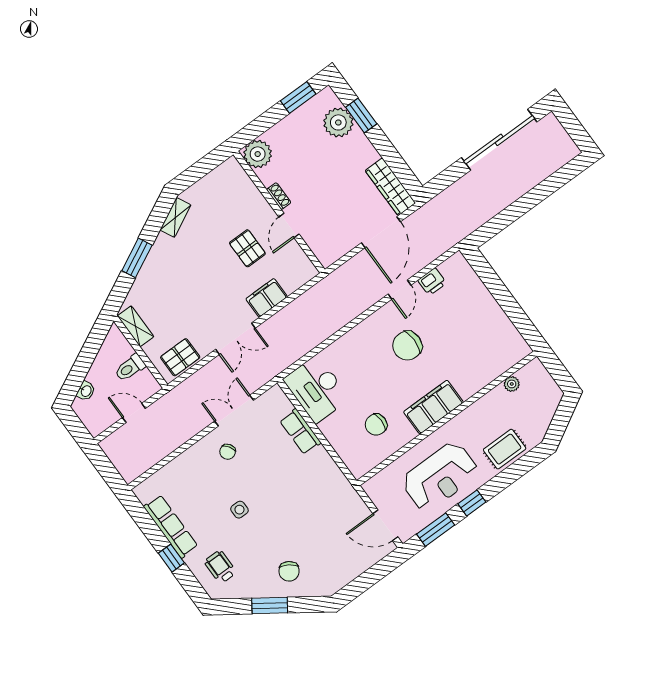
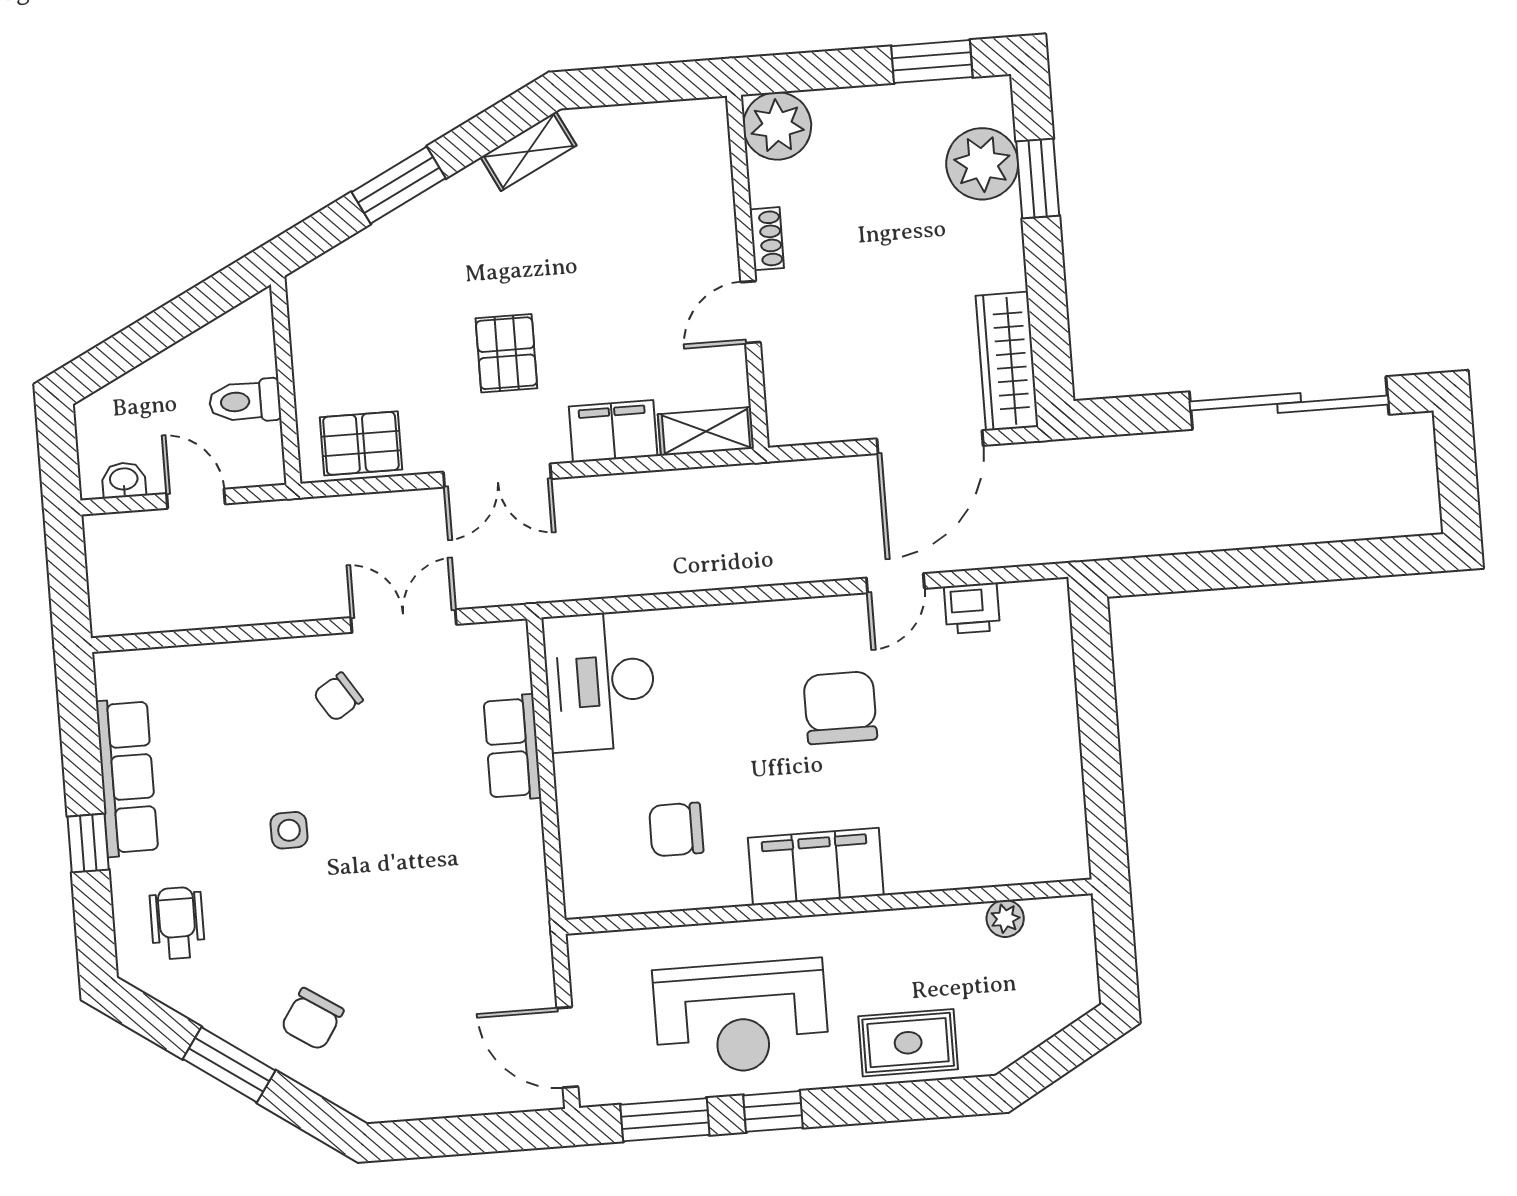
pallet: (247, 248) -> (506, 353), moved
shelving: (136, 326) -> (706, 431), moved, turned 90
chair: (407, 346) -> (840, 708), turned 90
washbasin: (86, 391) -> (124, 480), moved, turned -153

